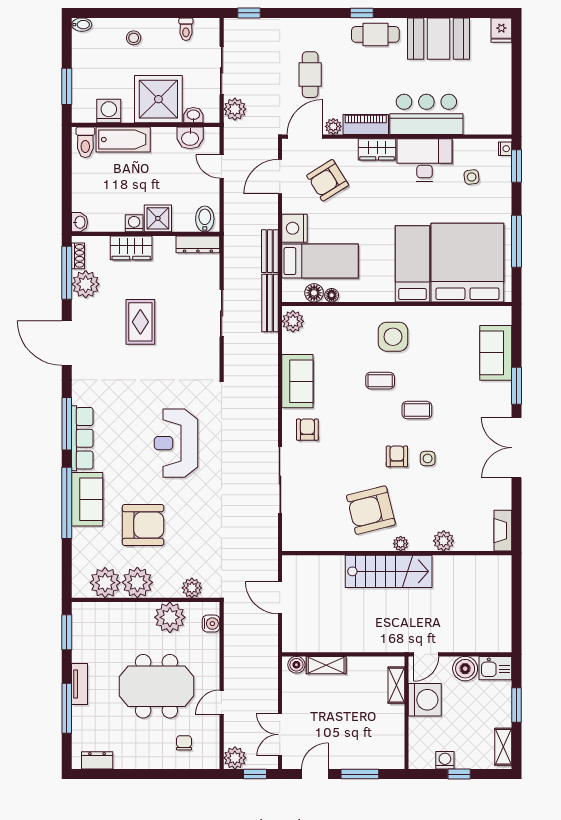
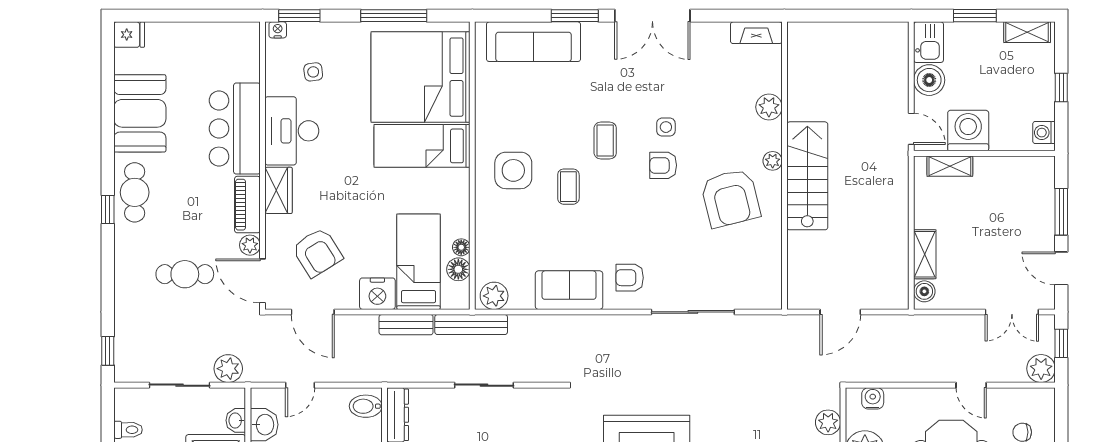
sofa: (496, 353) -> (534, 42), width x1.36
washing machine: (445, 760) -> (1044, 133), moved

